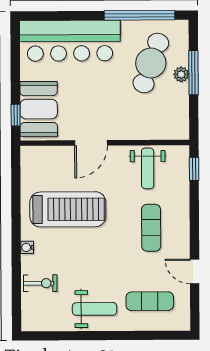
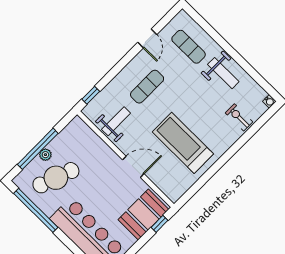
window: (194, 73) -> (38, 149), width x1.46
water cooler: (27, 247) -> (269, 101), moved
weight bench: (95, 309) -> (223, 73), turned 180

